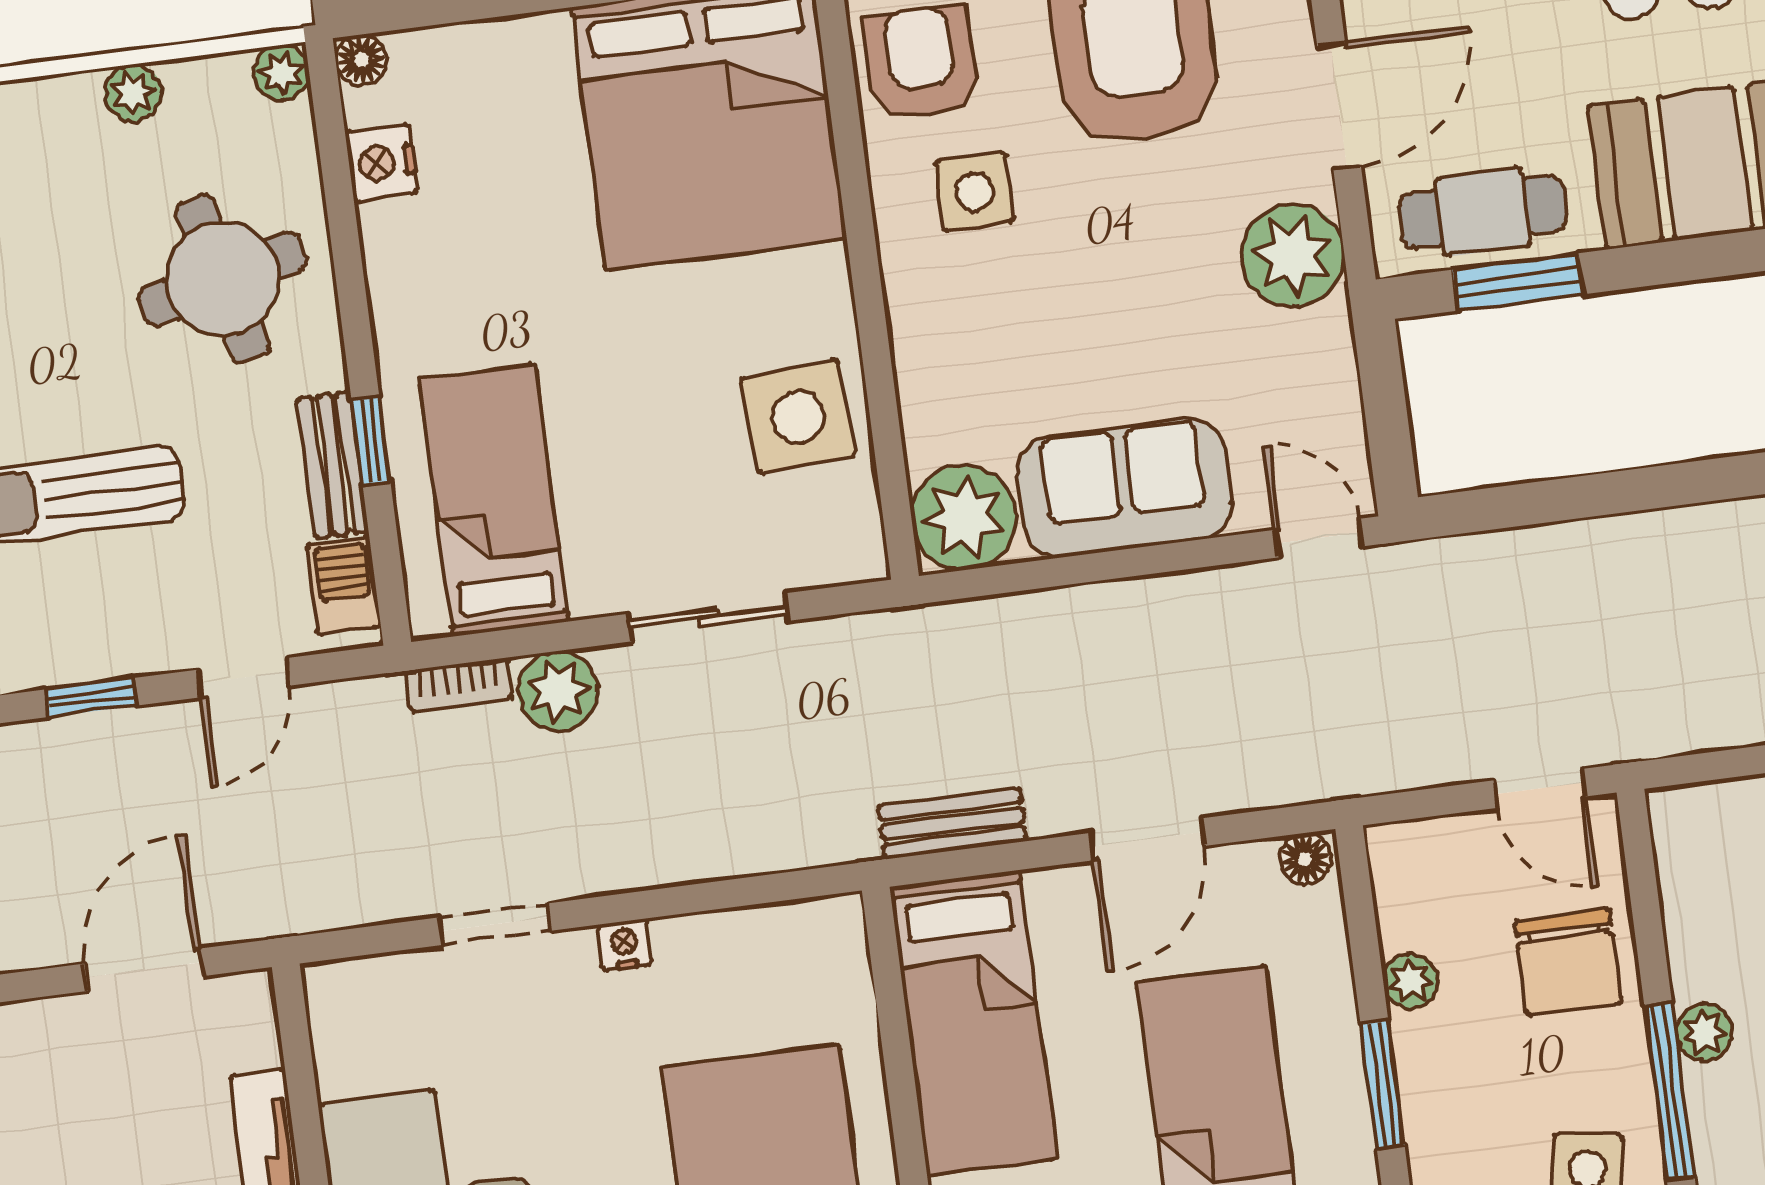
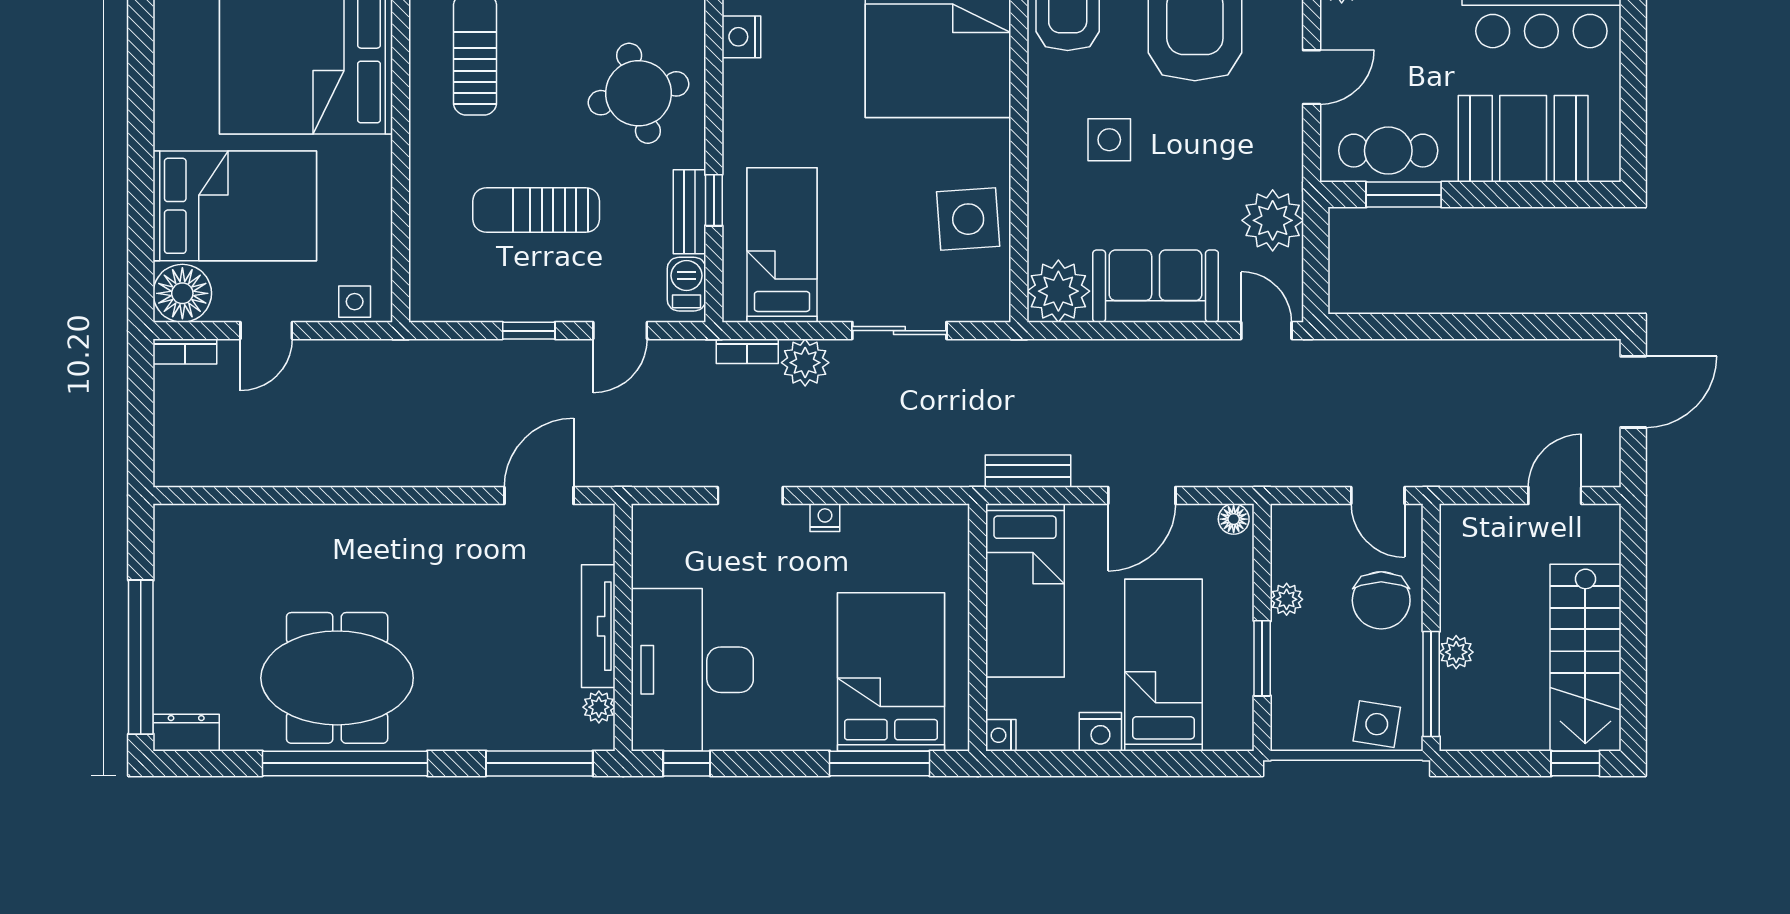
door: (1339, 106) -> (1312, 77), width x0.73
side table: (974, 192) -> (1109, 140), moved
plant: (1293, 255) -> (1273, 220), moved

